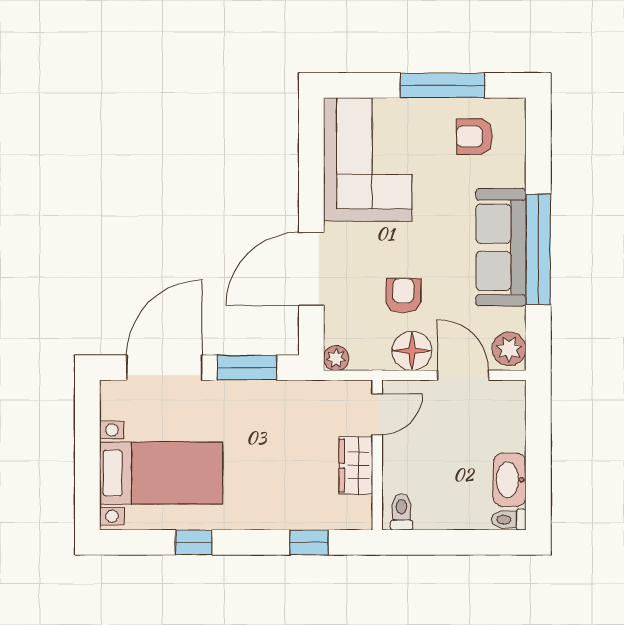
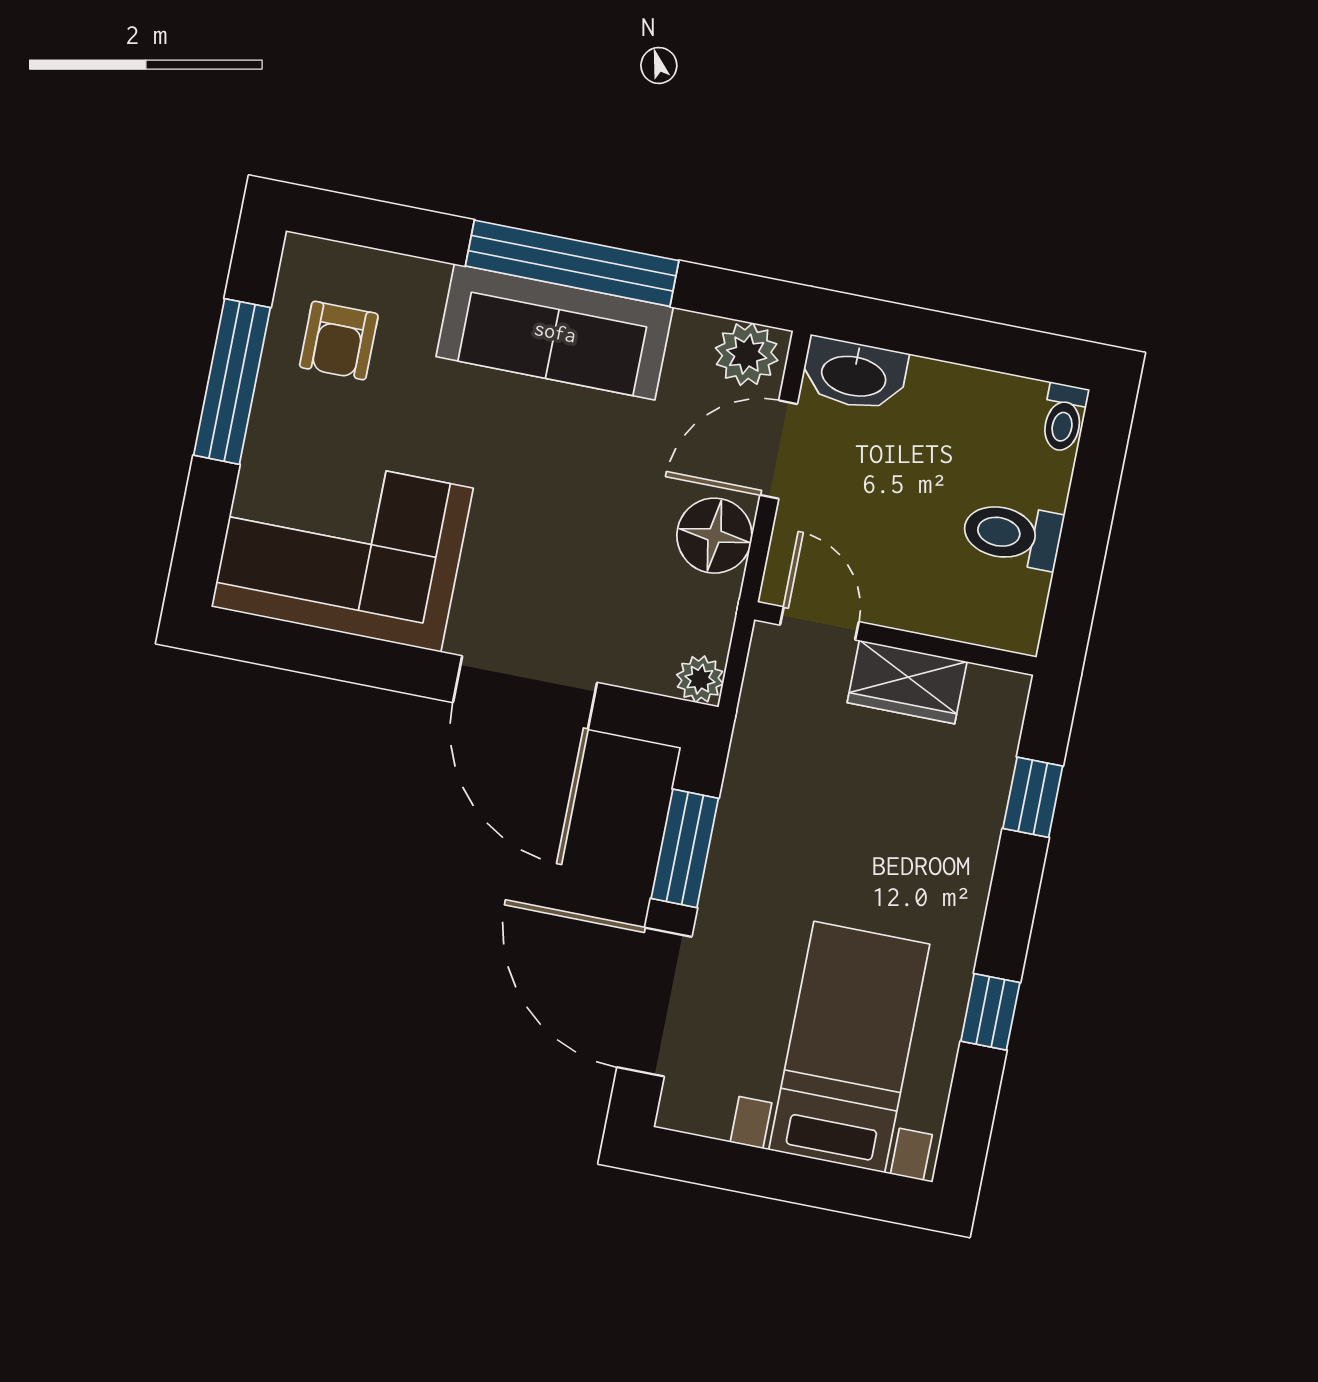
armchair: (403, 296) -> (608, 531), removed
washbasin: (510, 480) -> (854, 374), moved
toilet: (401, 512) -> (1012, 534), moved, width x1.37, depth x1.39

